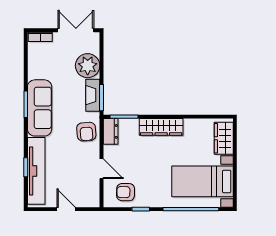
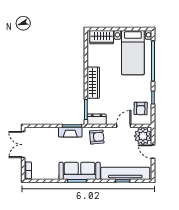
plant: (88, 66) -> (143, 136), moved
door: (66, 209) -> (153, 152), hinge flipped

